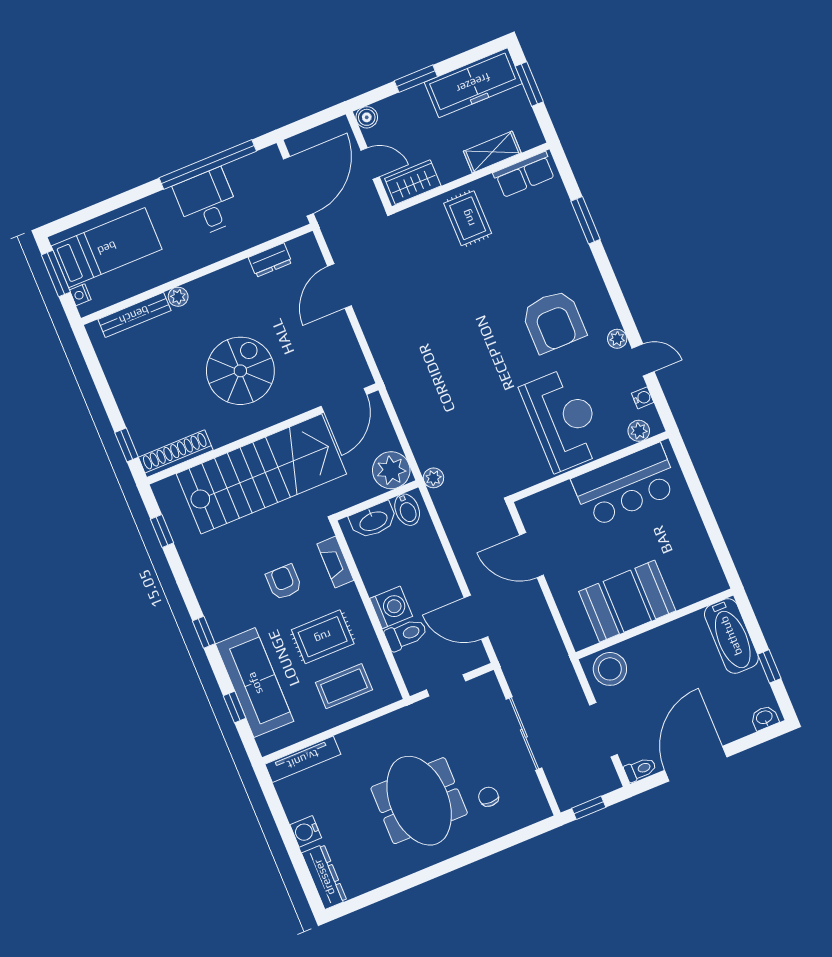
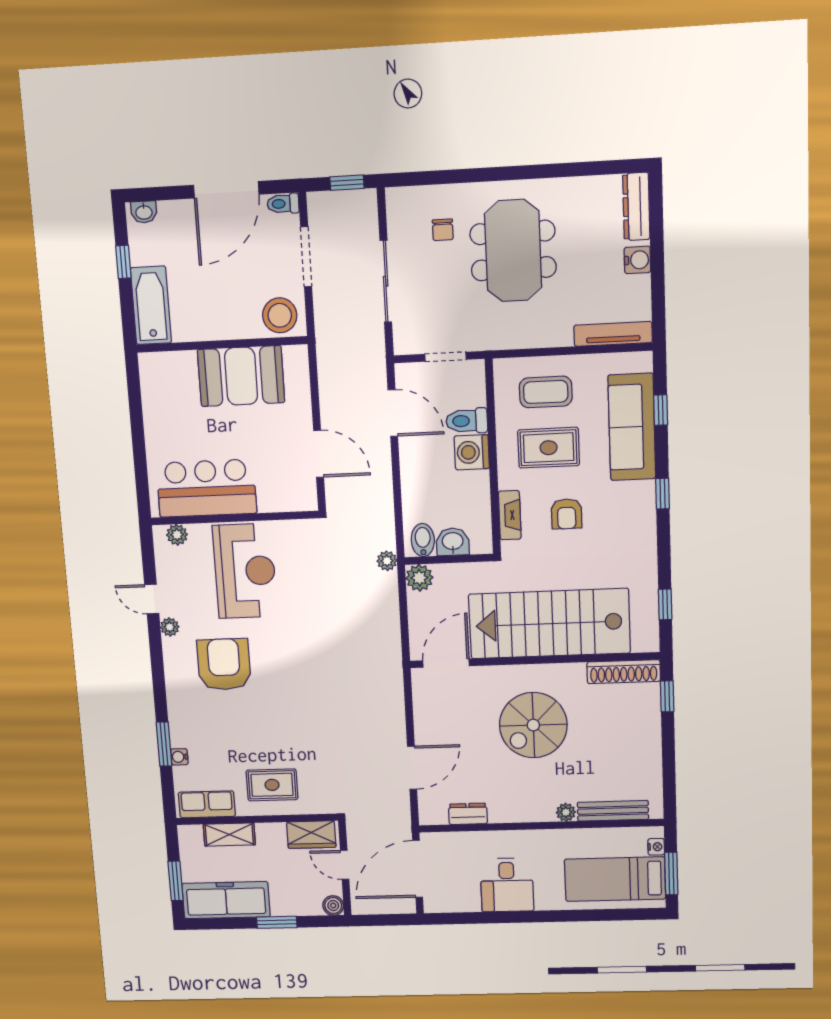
window: (208, 164) -> (494, 917), removed
rug: (468, 218) -> (272, 785), turned 90
water cooler: (643, 398) -> (179, 757), moved
reception desk: (563, 420) -> (245, 571), turned 180
plant: (391, 470) -> (419, 578), width x0.73, depth x0.73
washbasin: (373, 520) -> (453, 542), width x0.72

